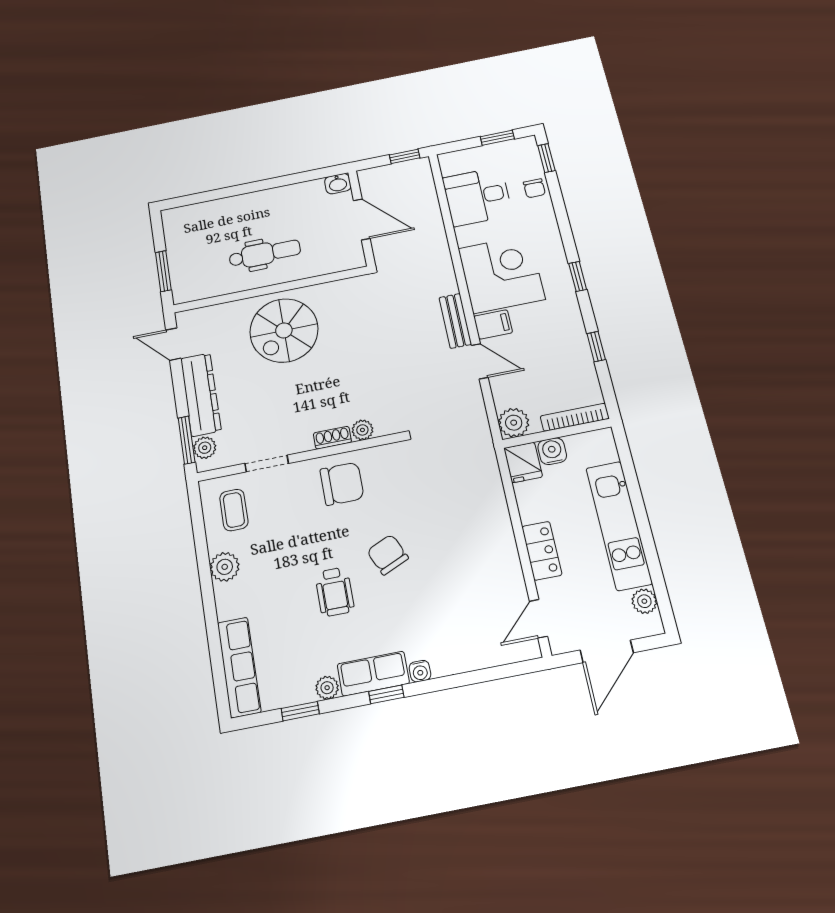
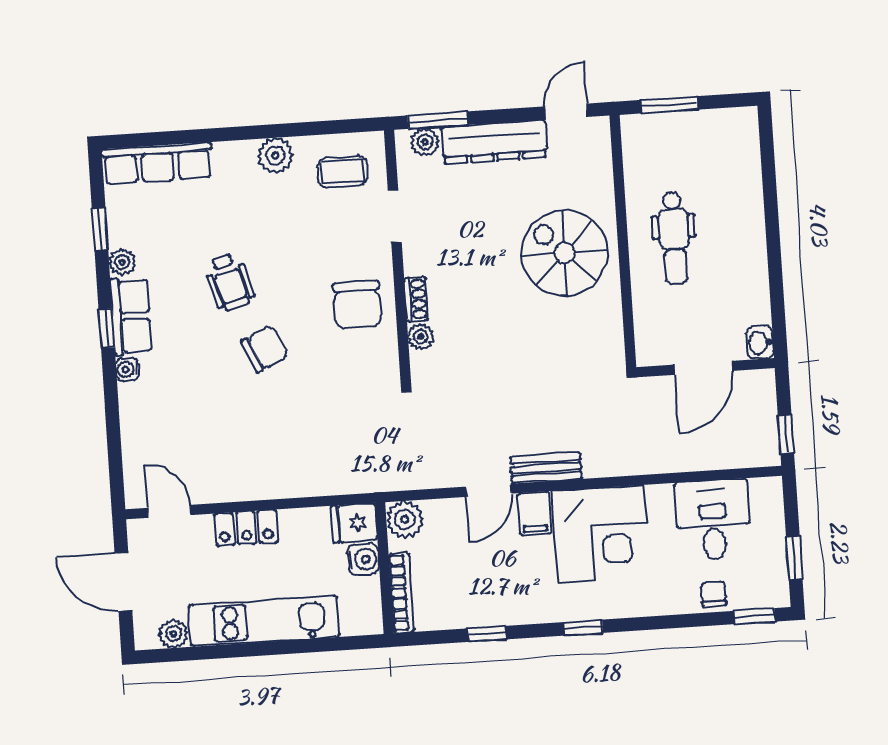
chair: (534, 188) -> (713, 594), turned 90
wheelchair: (335, 592) -> (229, 282), turned -105

